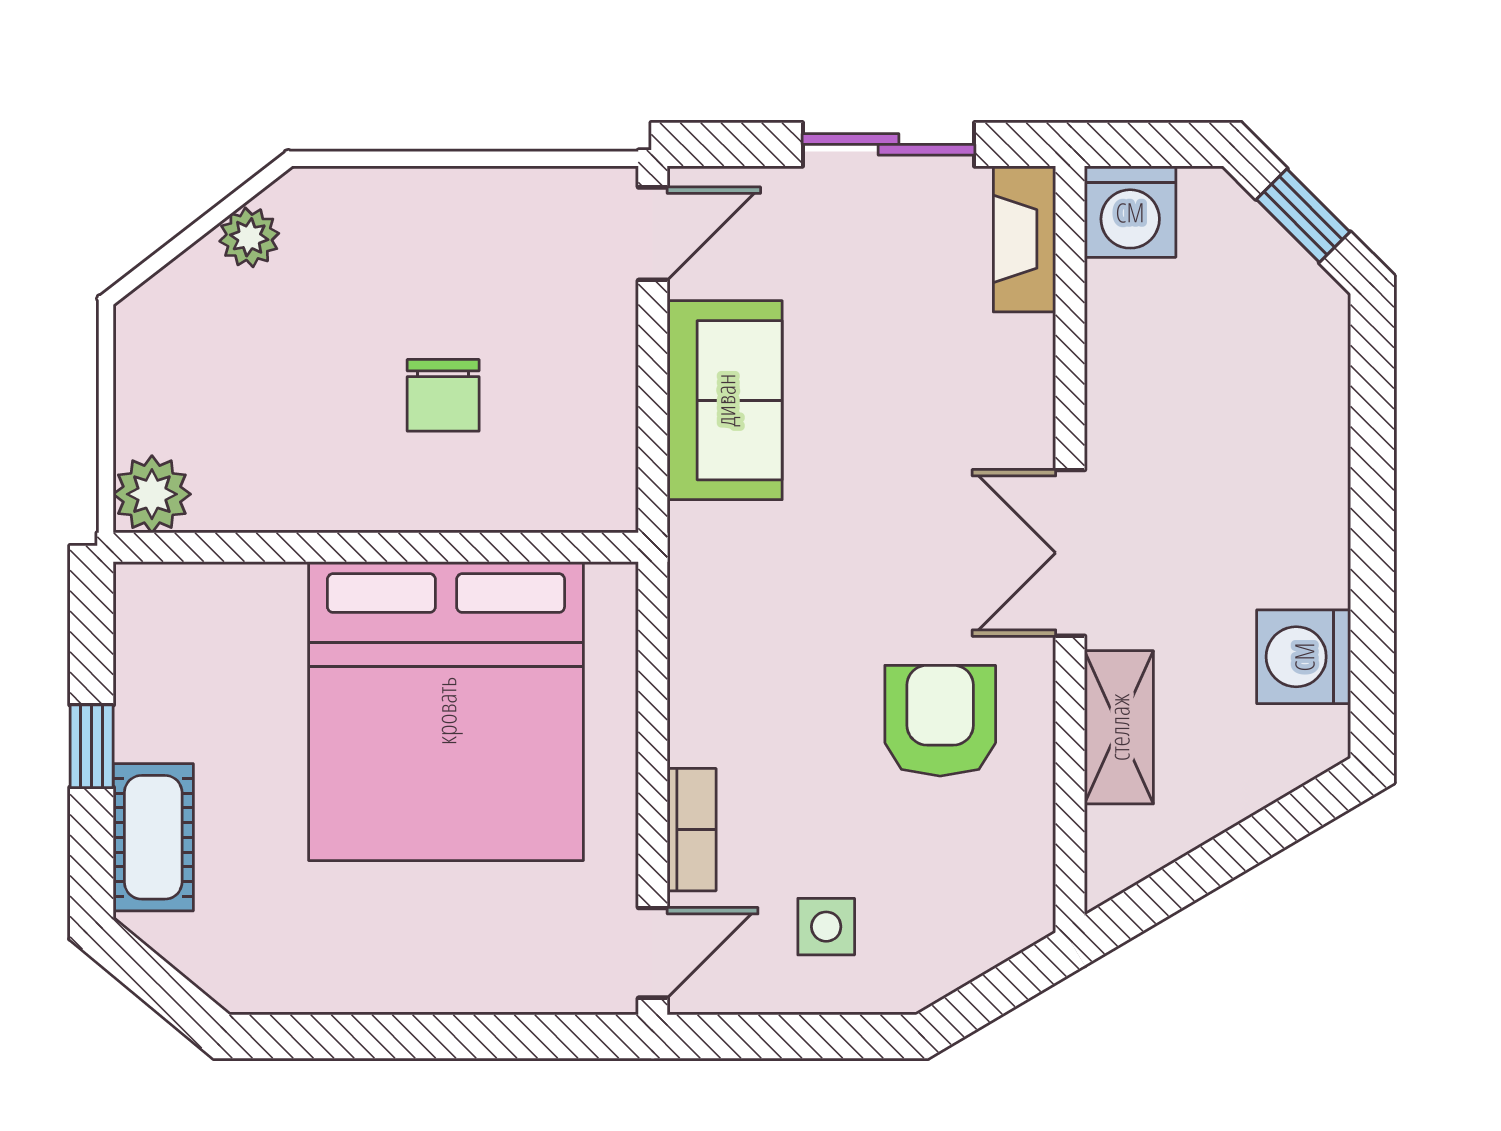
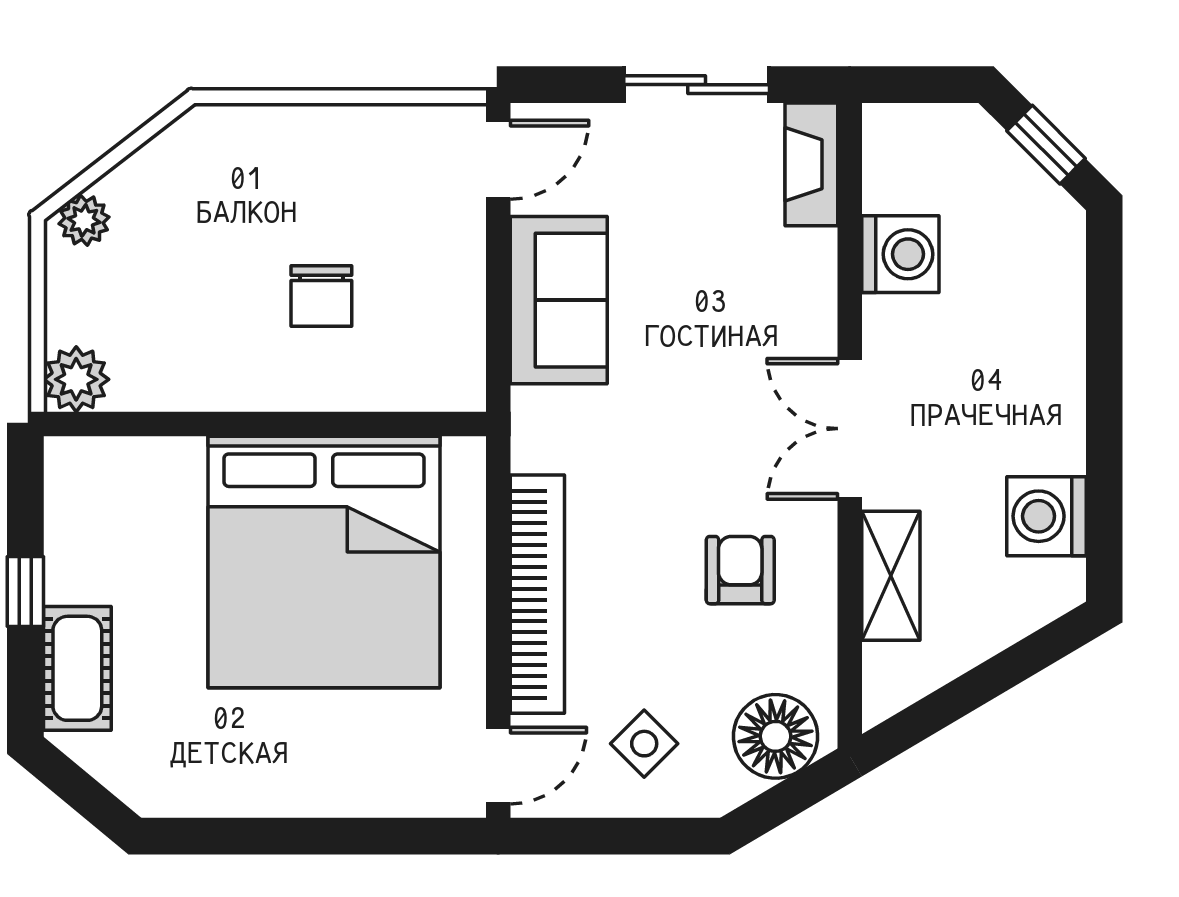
washing machine: (1130, 212) -> (900, 254), moved, turned -90
plant: (249, 237) -> (84, 220), moved
armchair: (940, 721) -> (740, 570), width x0.72, depth x0.72
bookcase: (692, 830) -> (537, 594), width x2.31, depth x1.31
floor lamp: (982, 918) -> (776, 736), added
side table: (826, 927) -> (644, 744), turned 45

